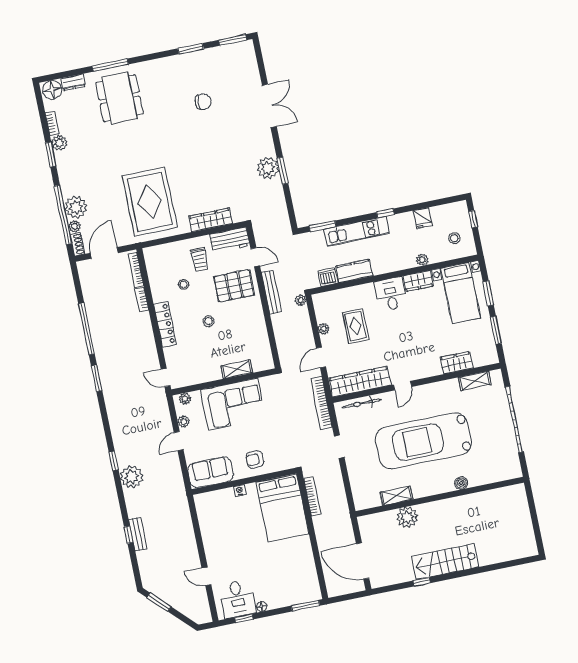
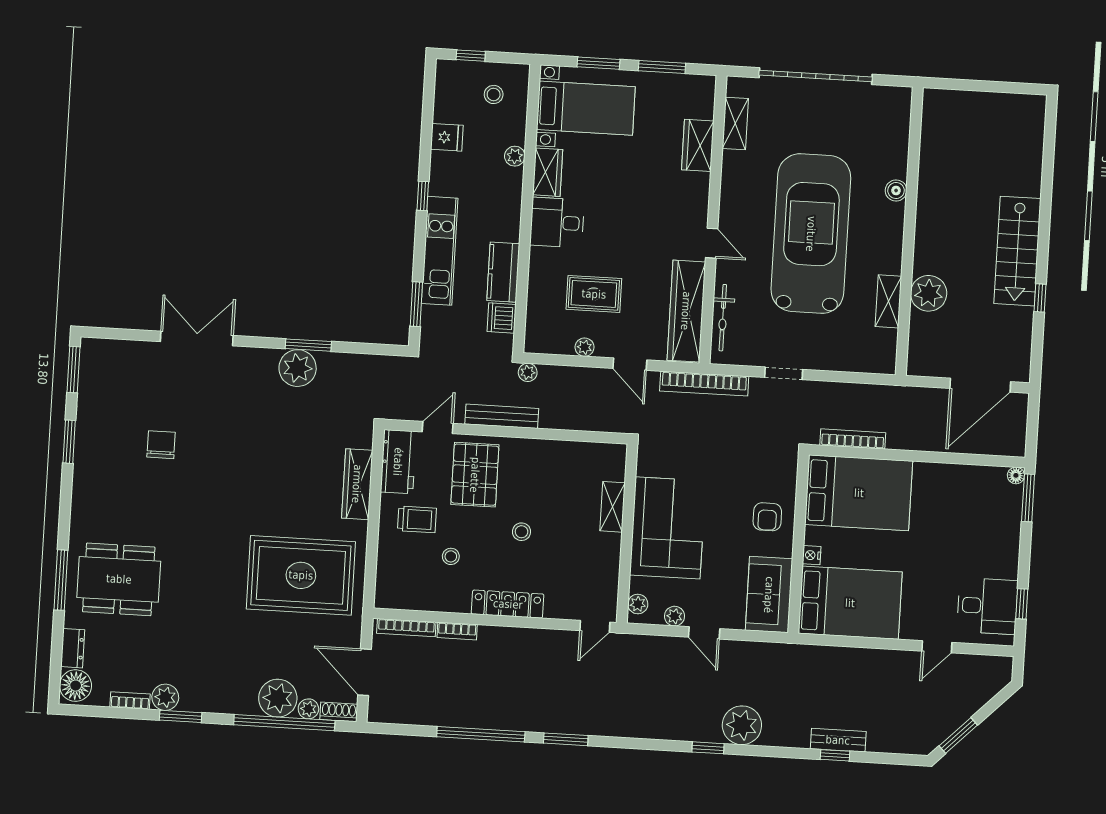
car: (423, 441) -> (811, 234), turned 180
bed: (218, 520) -> (850, 603), added
floor lamp: (262, 606) -> (1016, 475), moved

